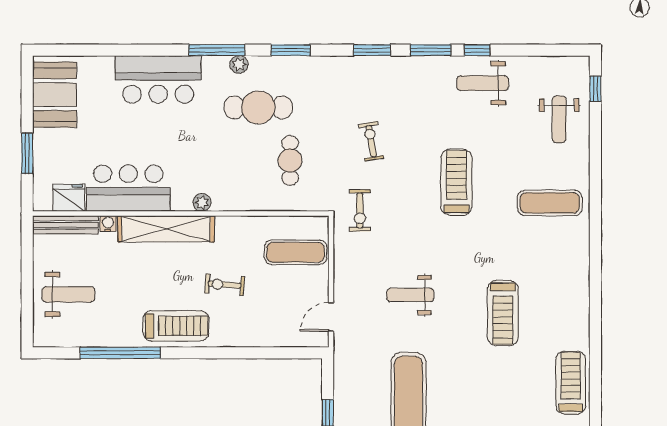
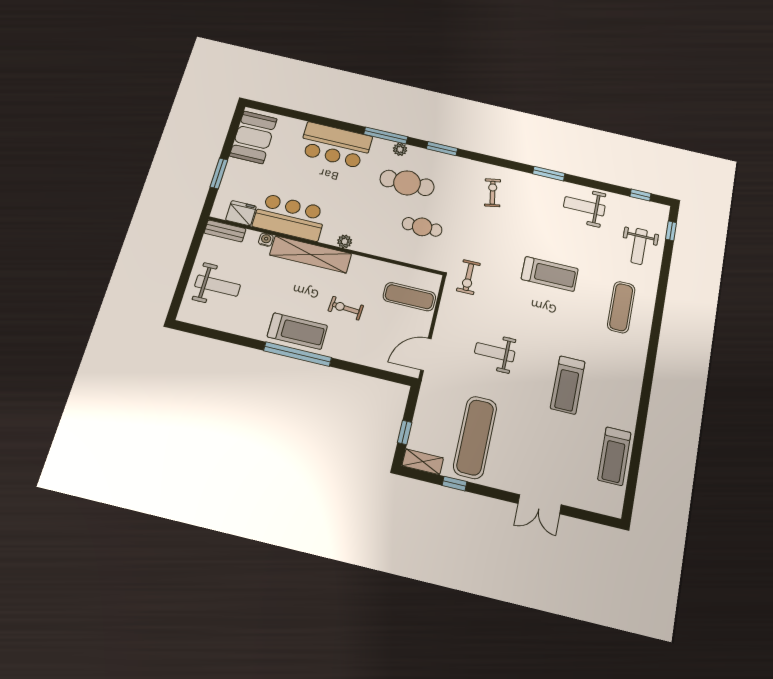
window: (372, 50) -> (504, 163), removed
window: (477, 50) -> (640, 195), moved
exercise bike: (371, 141) -> (493, 193), moved
cafe table: (290, 160) -> (422, 227), turned 90
treadmill: (456, 182) -> (550, 274), turned 90
exercise mat: (550, 203) -> (621, 307), turned 90
bench: (66, 225) -> (225, 231), width x0.73
door: (331, 317) -> (426, 354), width x1.38
window: (120, 353) -> (297, 354), moved
treadmill: (571, 383) -> (614, 456), turned 180

